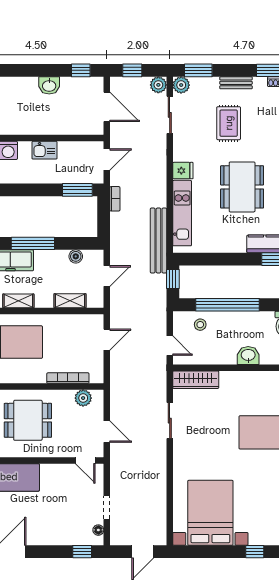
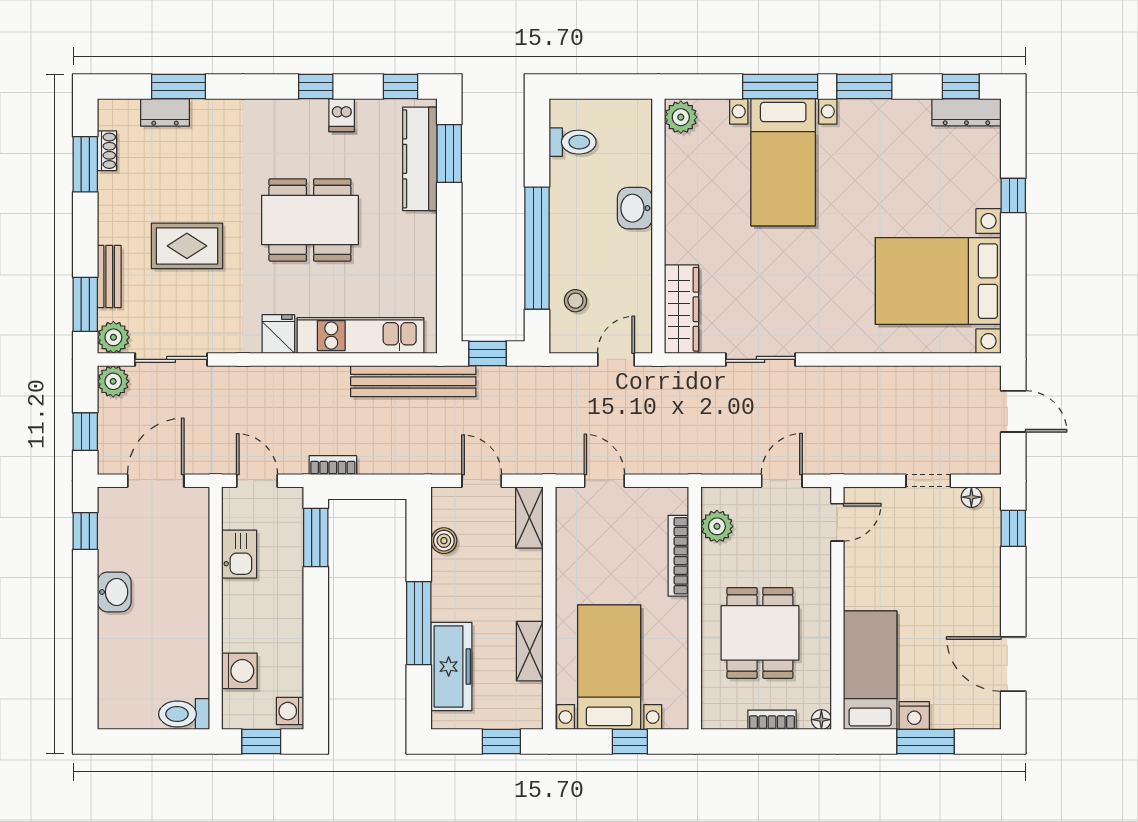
bench: (236, 83) -> (109, 277), moved
kitchen sink: (45, 150) -> (239, 554), moved
shelving: (70, 301) -> (529, 517), moved

